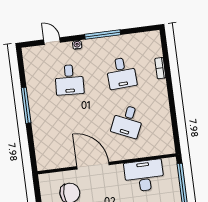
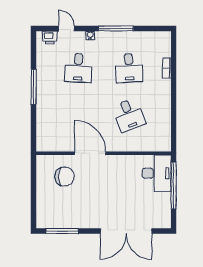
printer: (36, 53) -> (50, 38), added
desk: (128, 121) -> (129, 115), turned -45
desk: (144, 176) -> (157, 173), moved, turned 90

